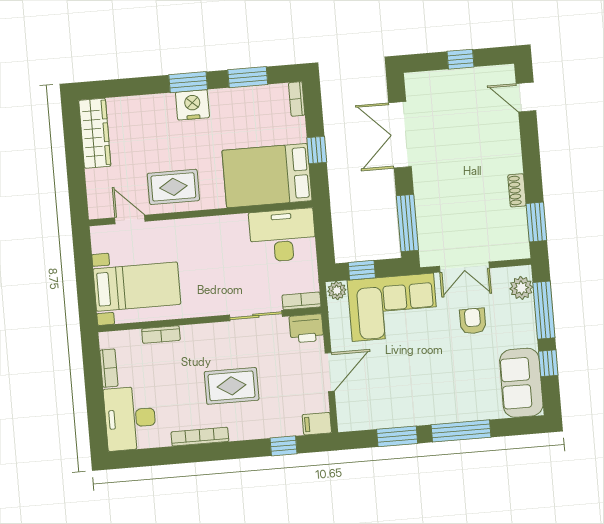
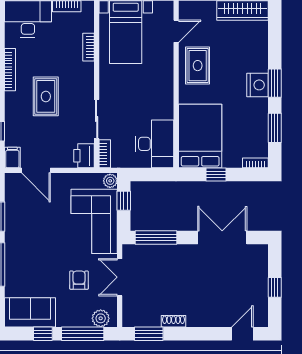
armchair: (473, 321) -> (79, 280), turned -90
door: (330, 372) -> (36, 170), moved

